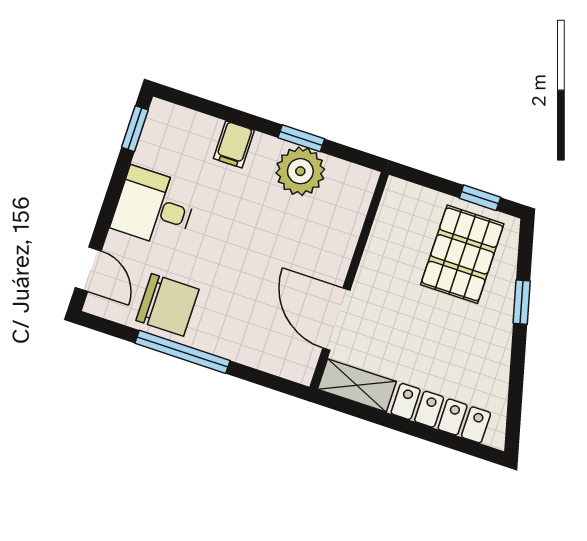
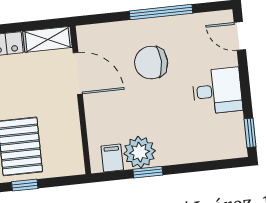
filing cabinet: (234, 144) -> (112, 158), moved
chair: (168, 305) -> (151, 63), moved

